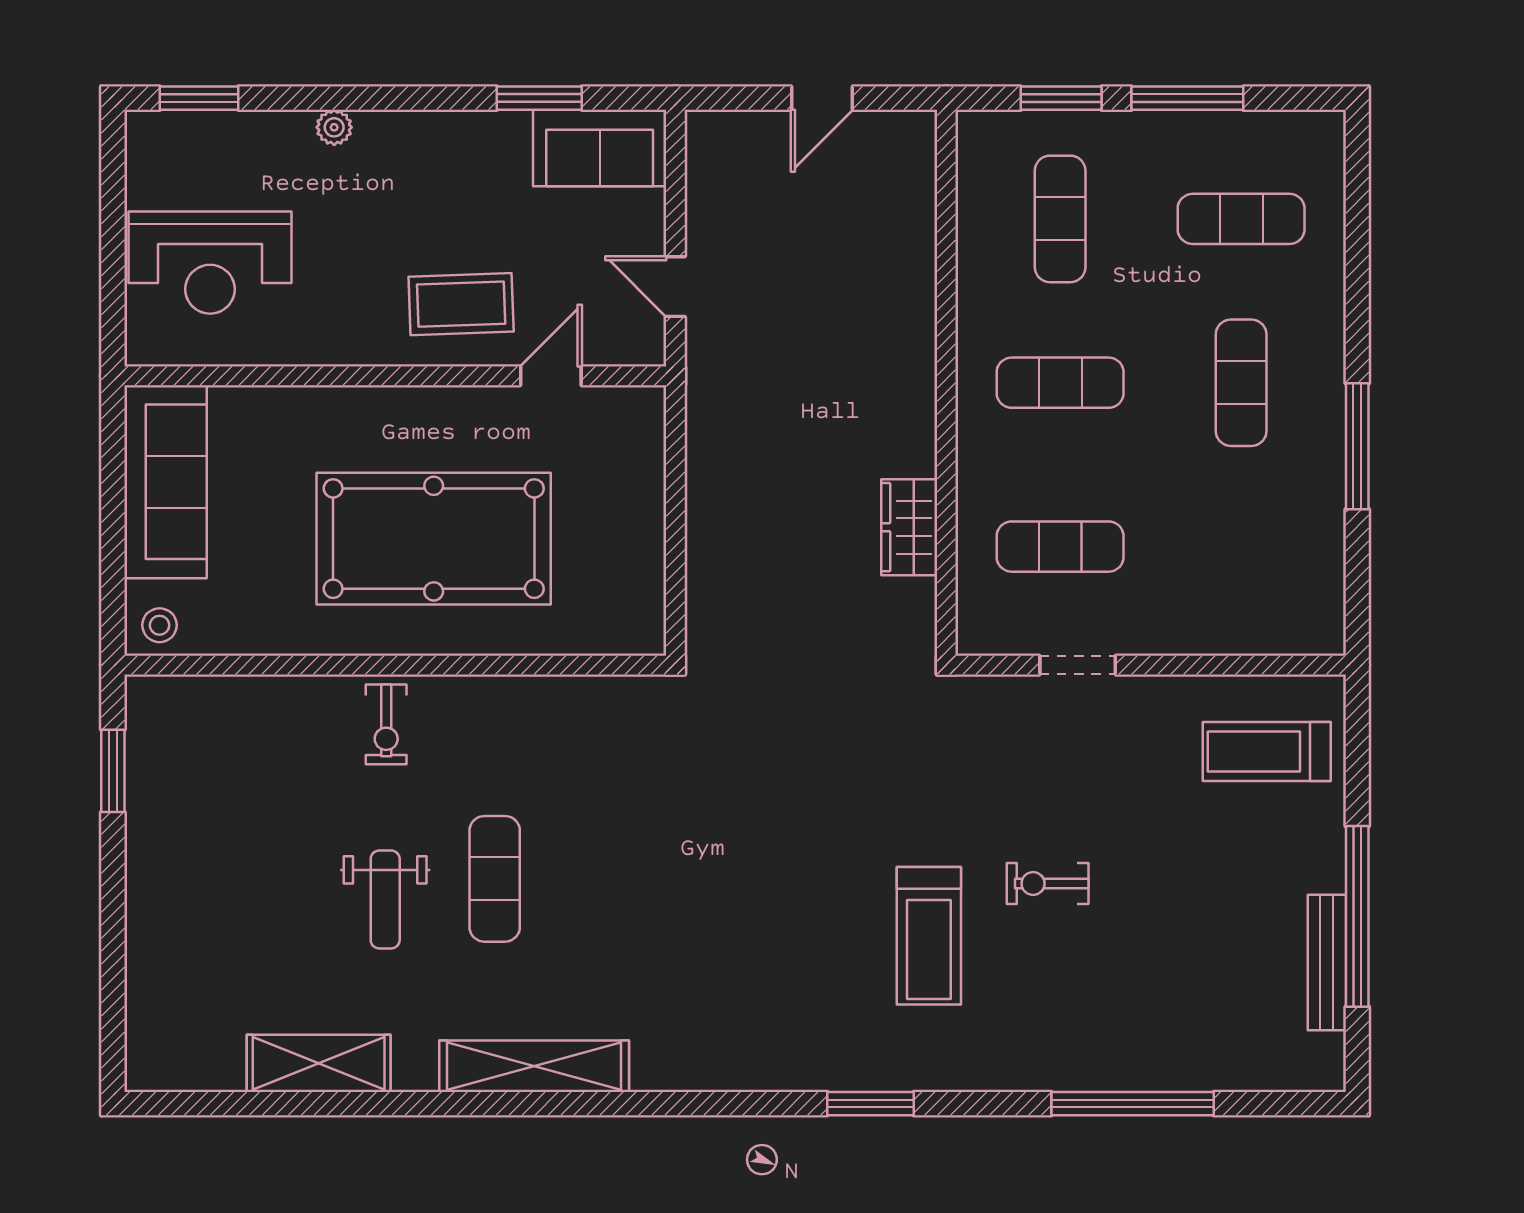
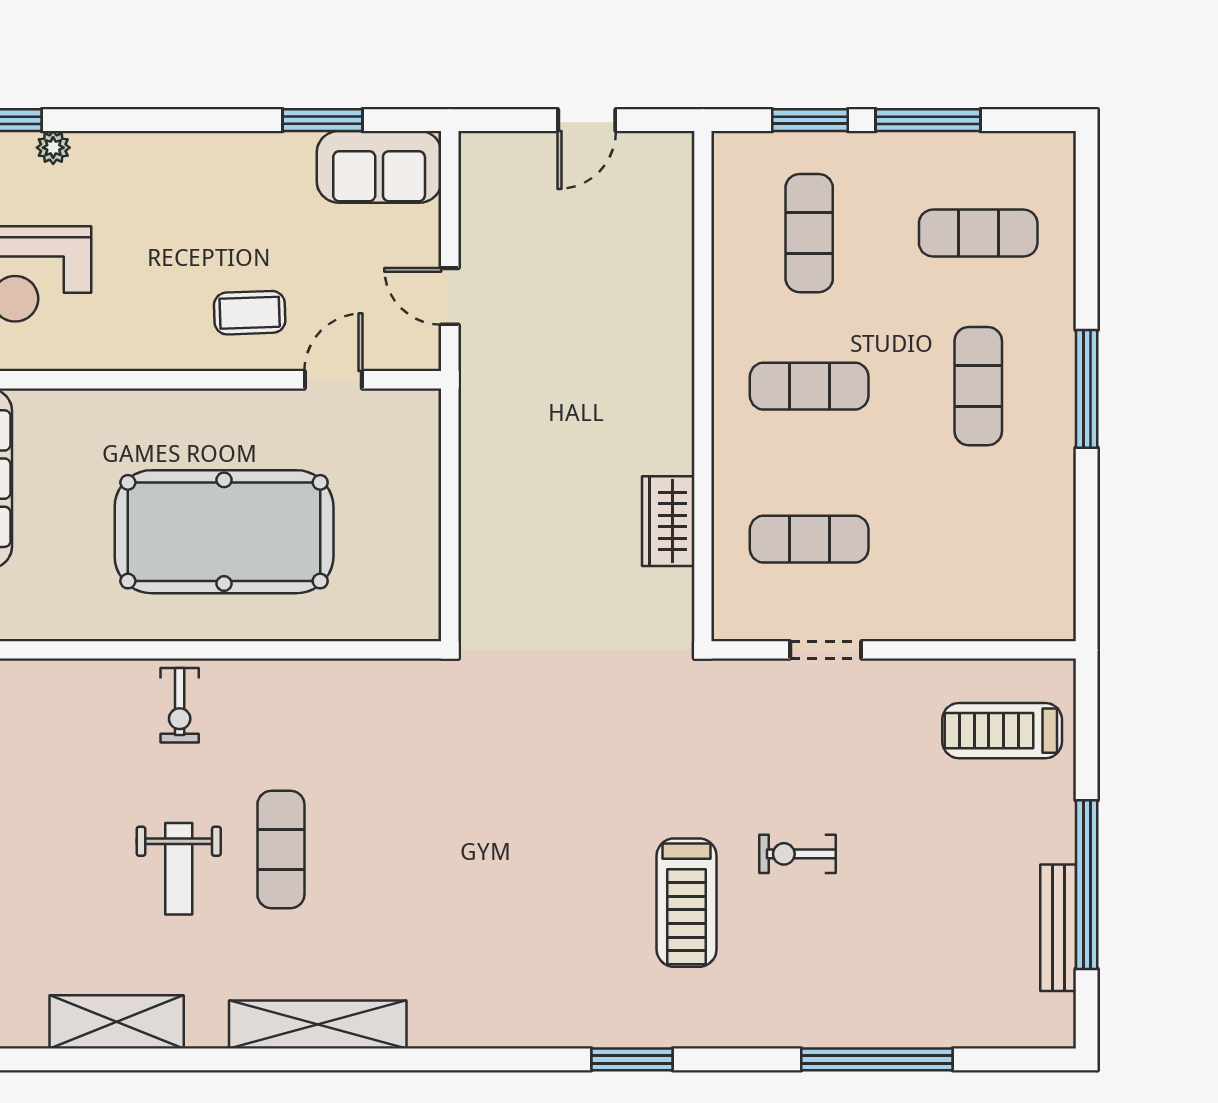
plant: (334, 127) -> (53, 148), moved
coffee table: (461, 304) -> (250, 313), width x0.73, depth x0.77
window: (1357, 446) -> (1087, 389), moved

